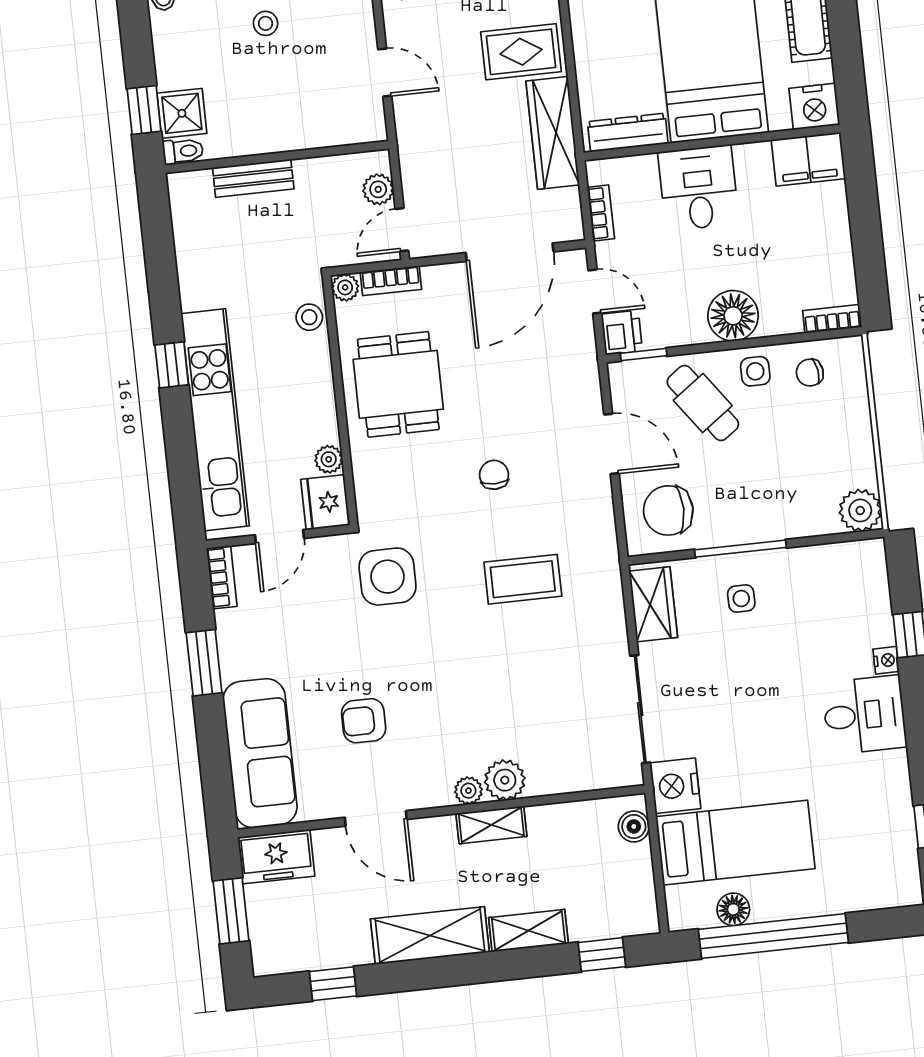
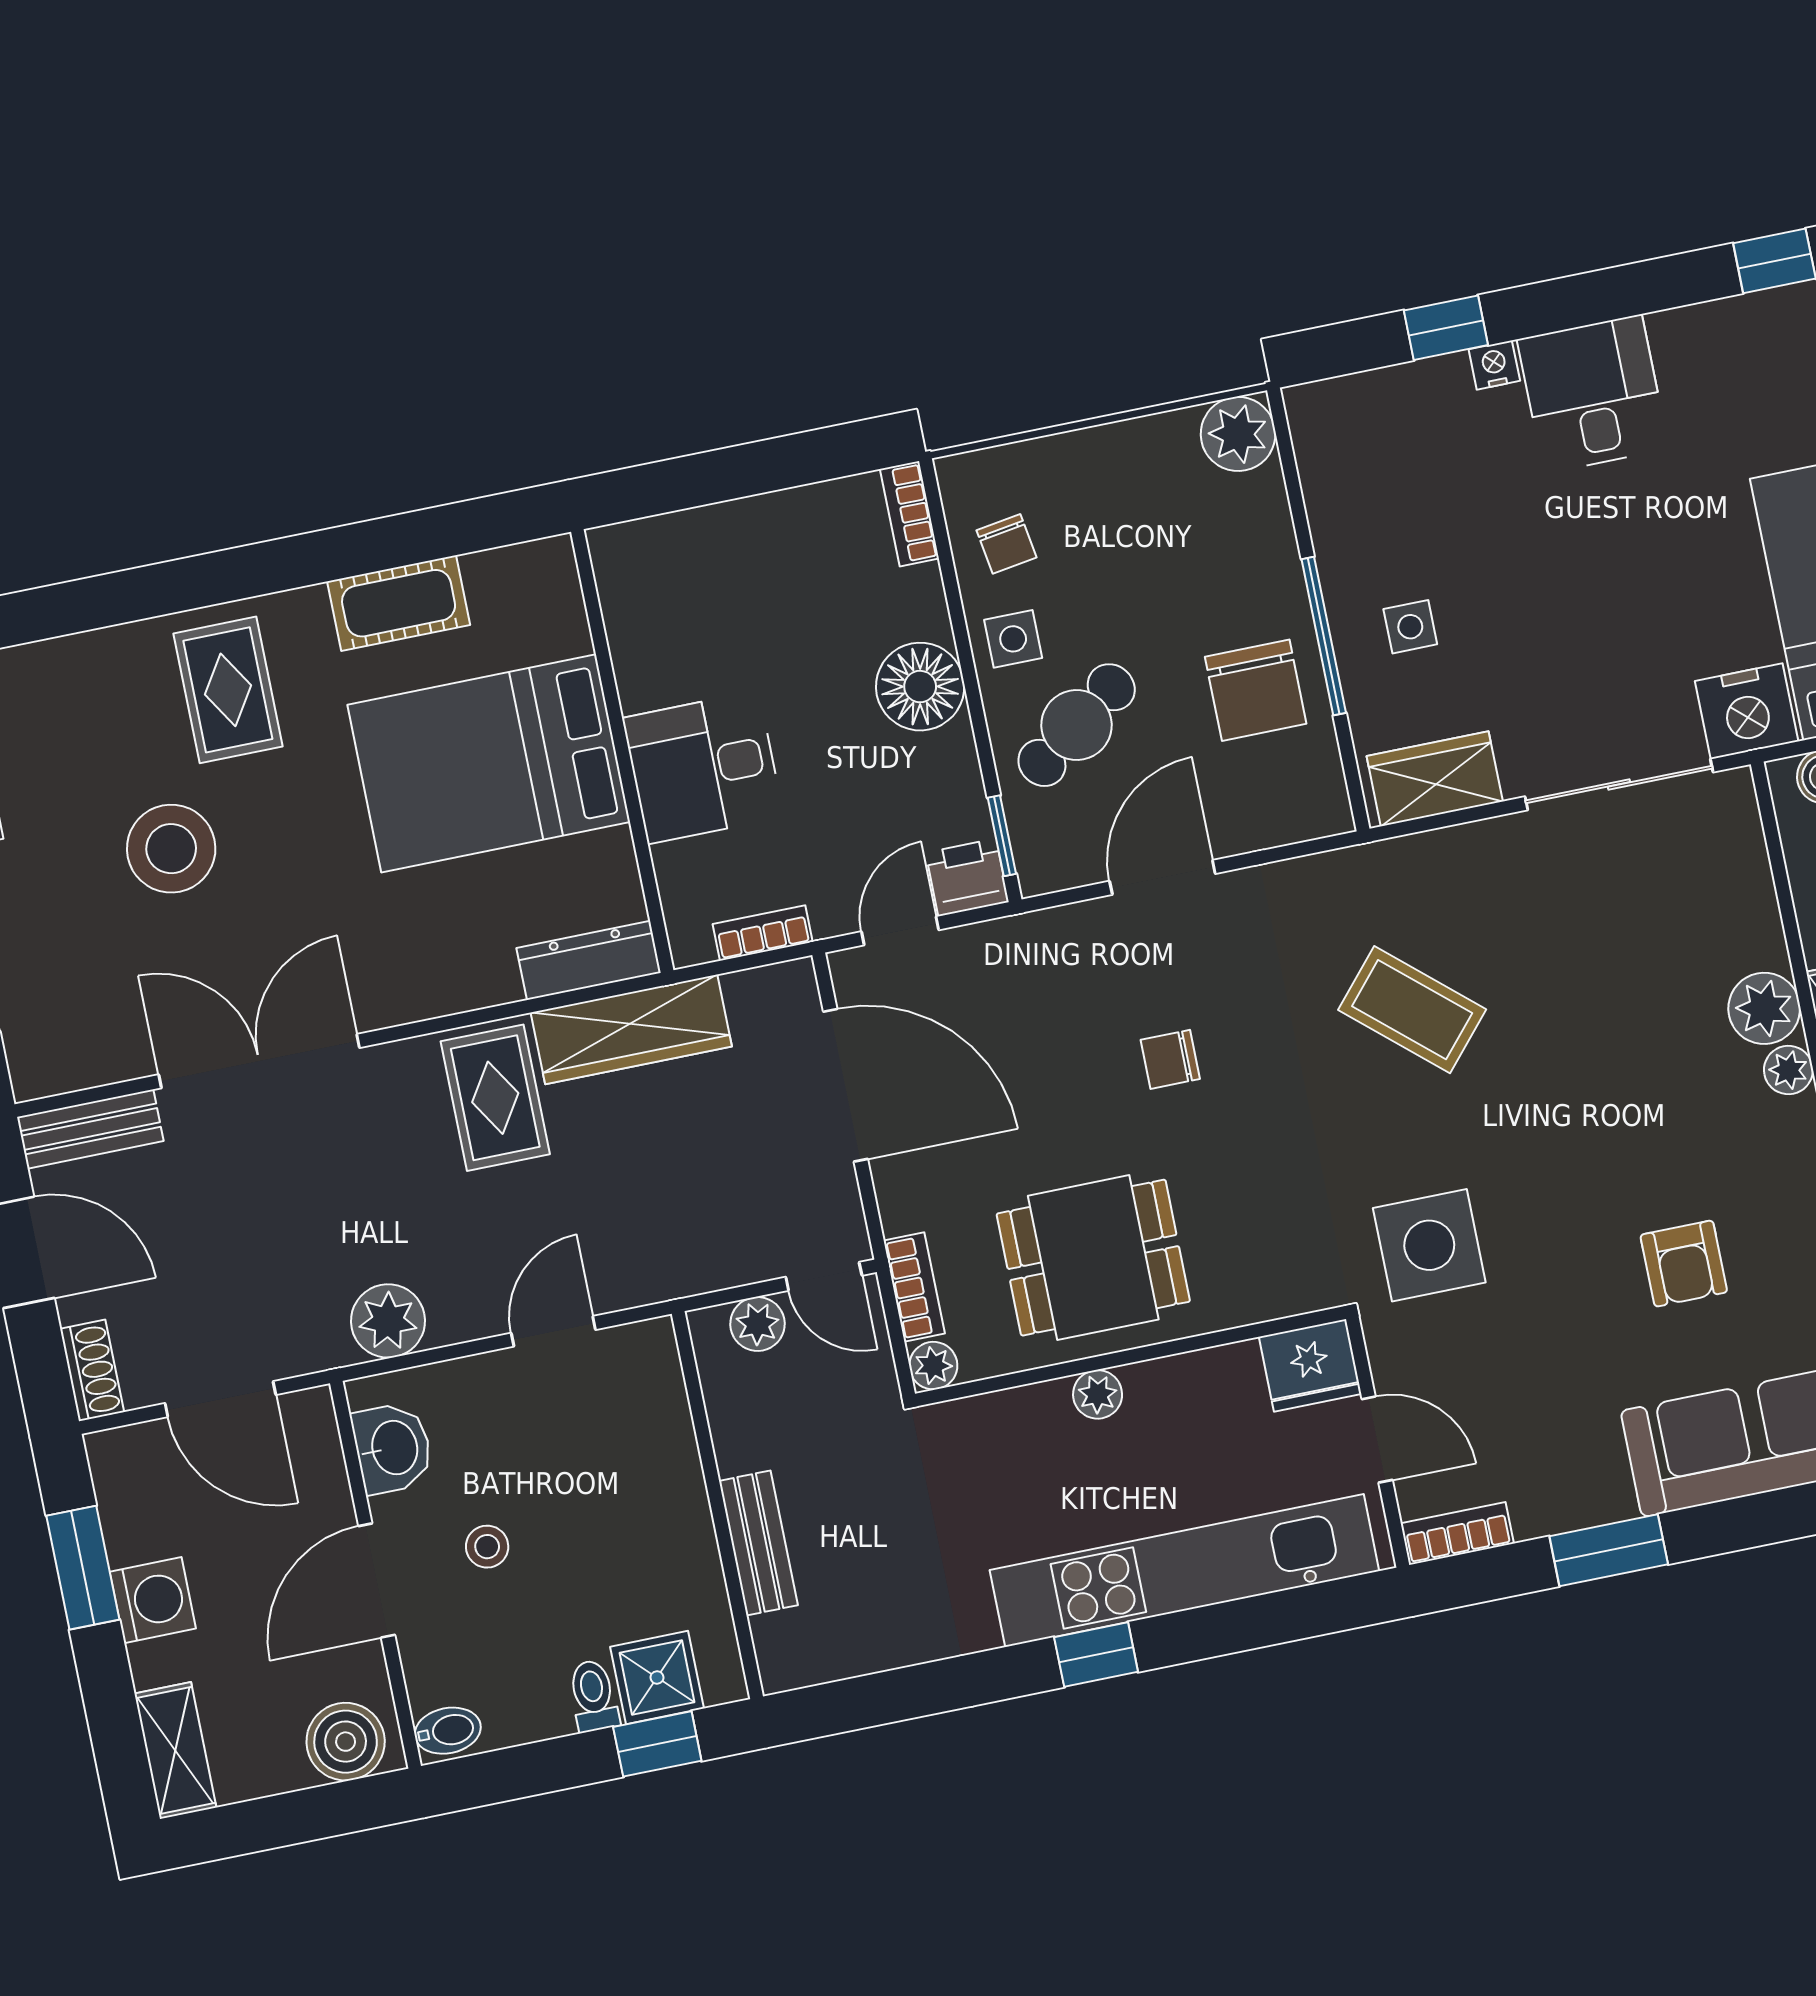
nightstand: (814, 107) -> (543, 579), removed
dresser: (628, 133) -> (589, 960), moved, turned 90
toilet: (183, 151) -> (593, 1696), moved
filing cabinet: (808, 159) -> (636, 581), removed
stool: (309, 317) -> (991, 1423), removed
plant: (329, 459) -> (1098, 1394), moved
chair: (494, 475) -> (1170, 1059), moved
chair: (668, 510) -> (1256, 690), moved
coffee table: (523, 579) -> (1412, 1010), turned -49

